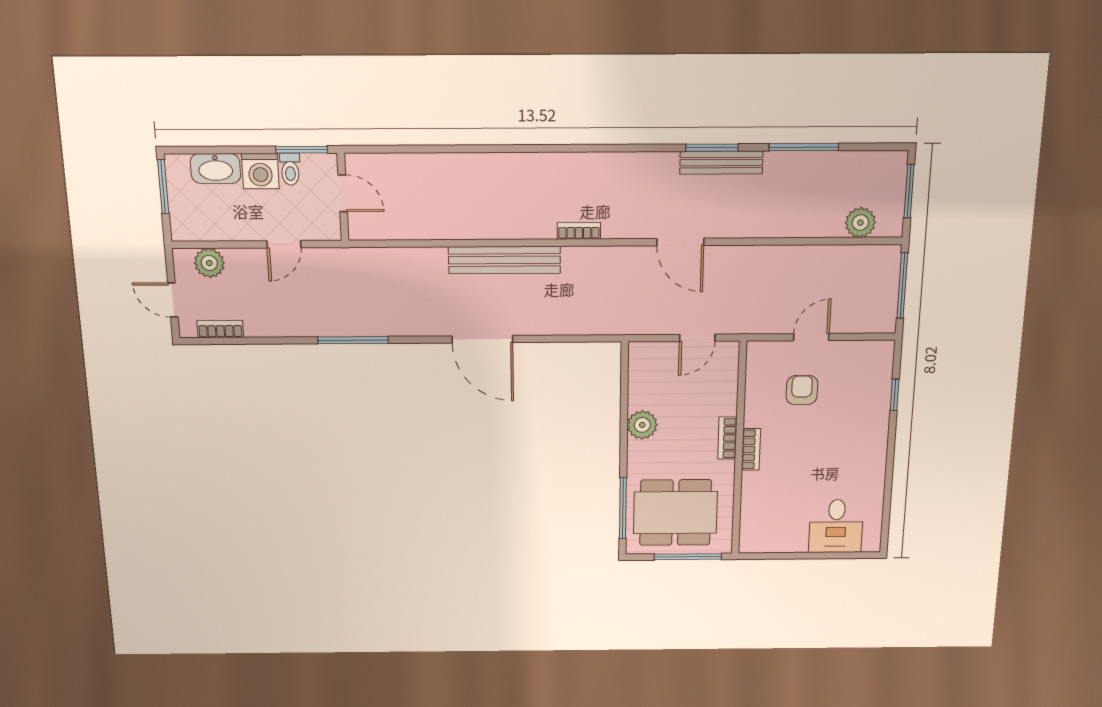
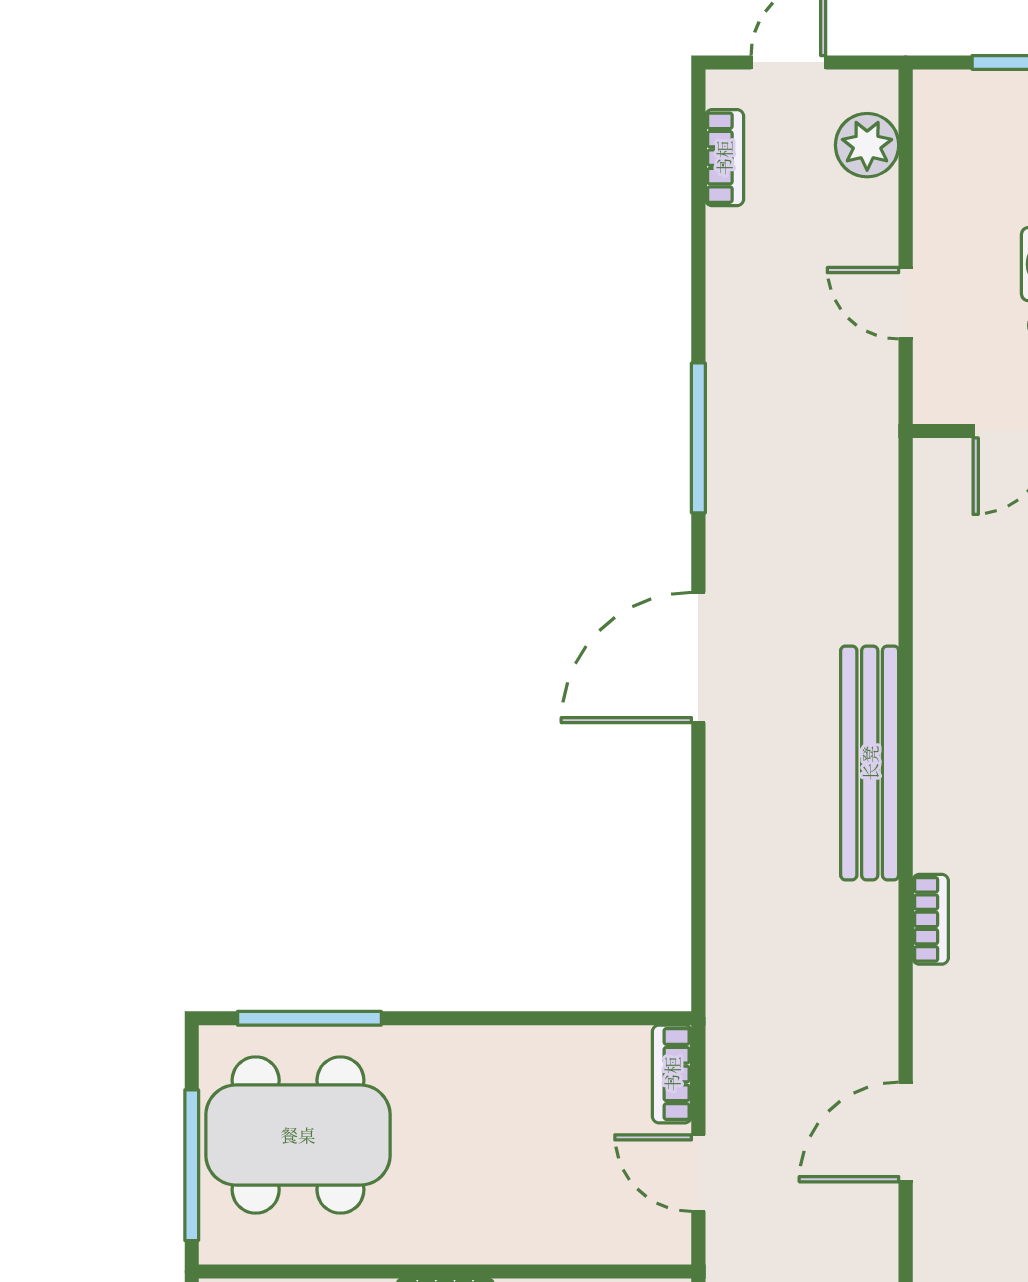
door: (482, 339) -> (698, 658), moved
plant: (642, 425) -> (503, 1058), removed
bookcase: (727, 438) -> (672, 1074), moved, turned -90
dining table: (675, 513) -> (298, 1135), turned 90

